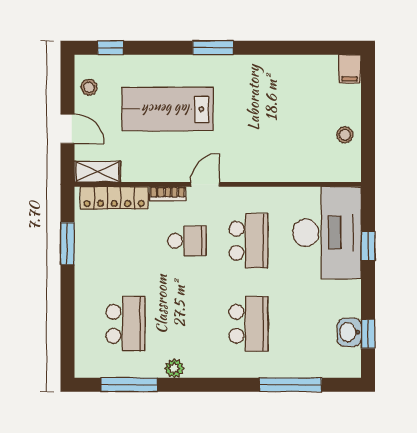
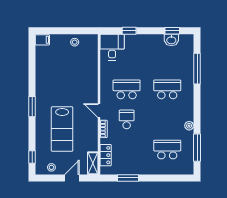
locker: (114, 198) -> (106, 155), width x0.66
desk: (327, 233) -> (112, 47), width x0.53, depth x0.77

